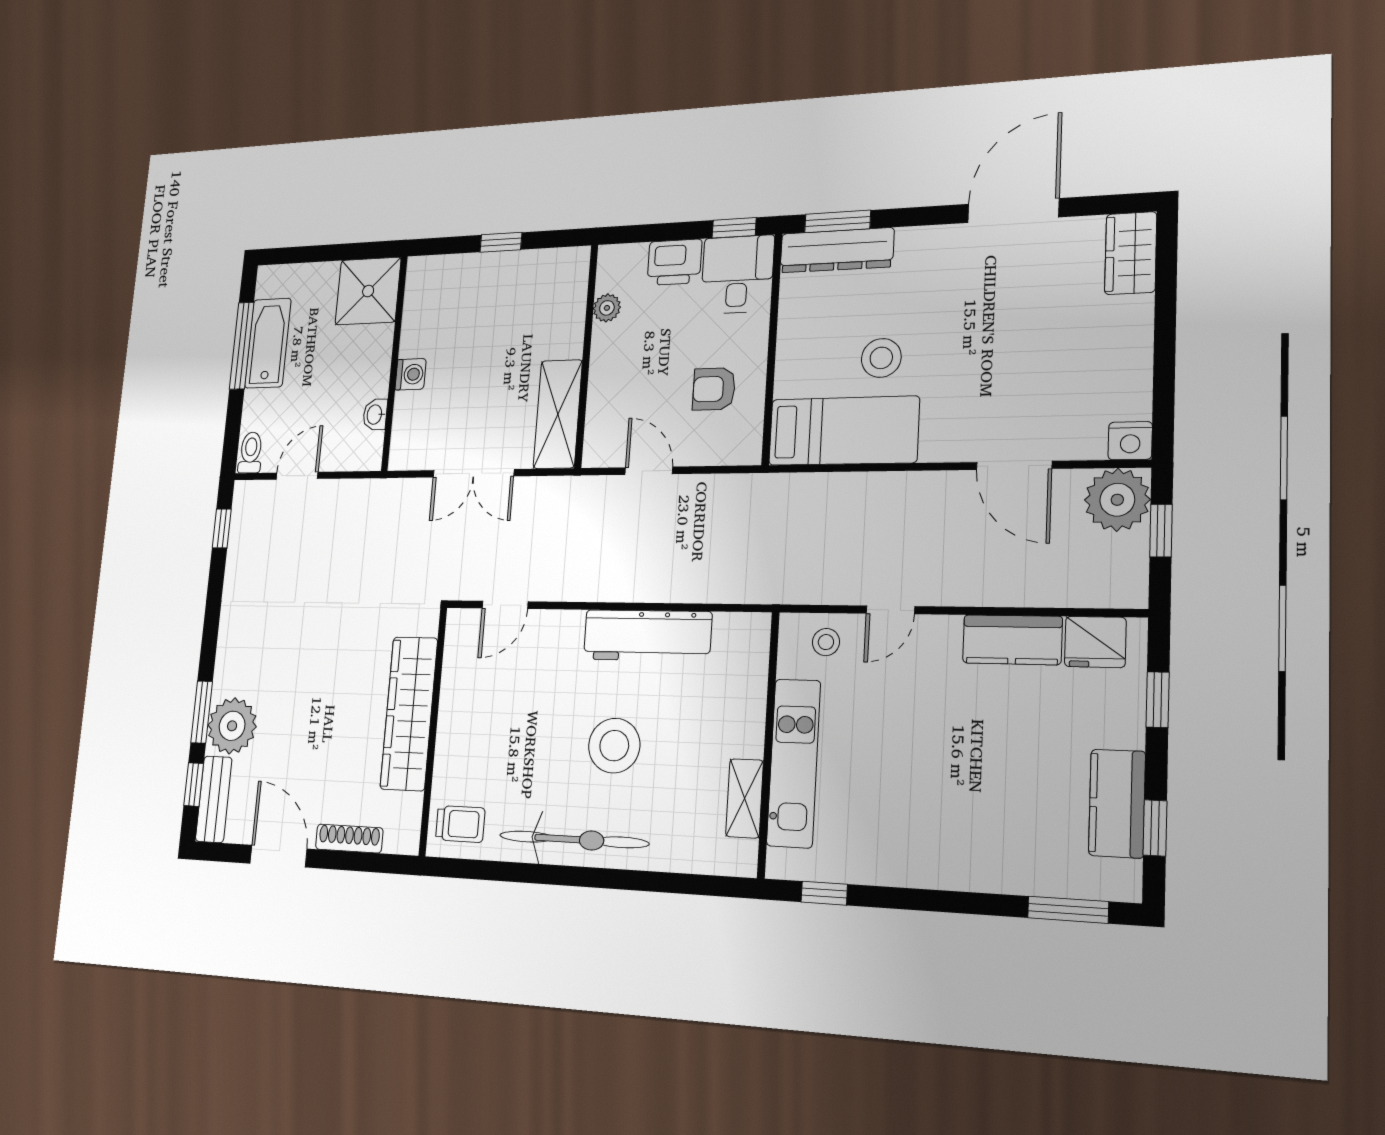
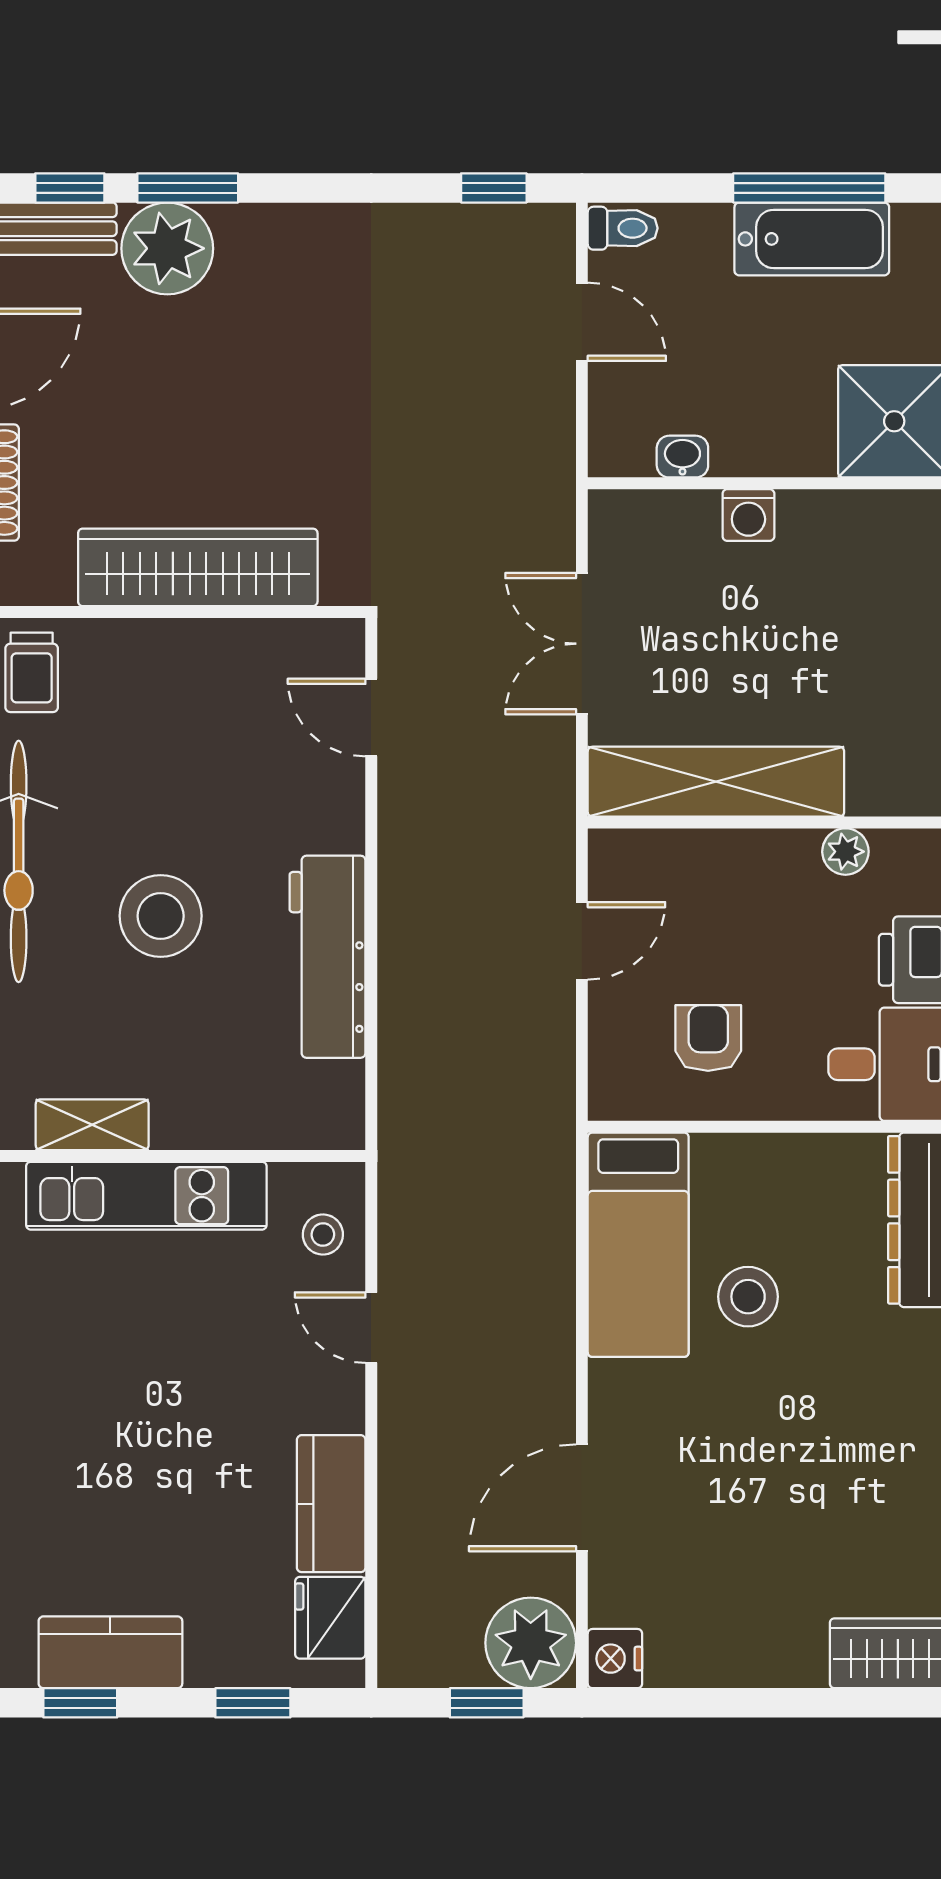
shelving: (558, 414) -> (716, 782), width x1.47

